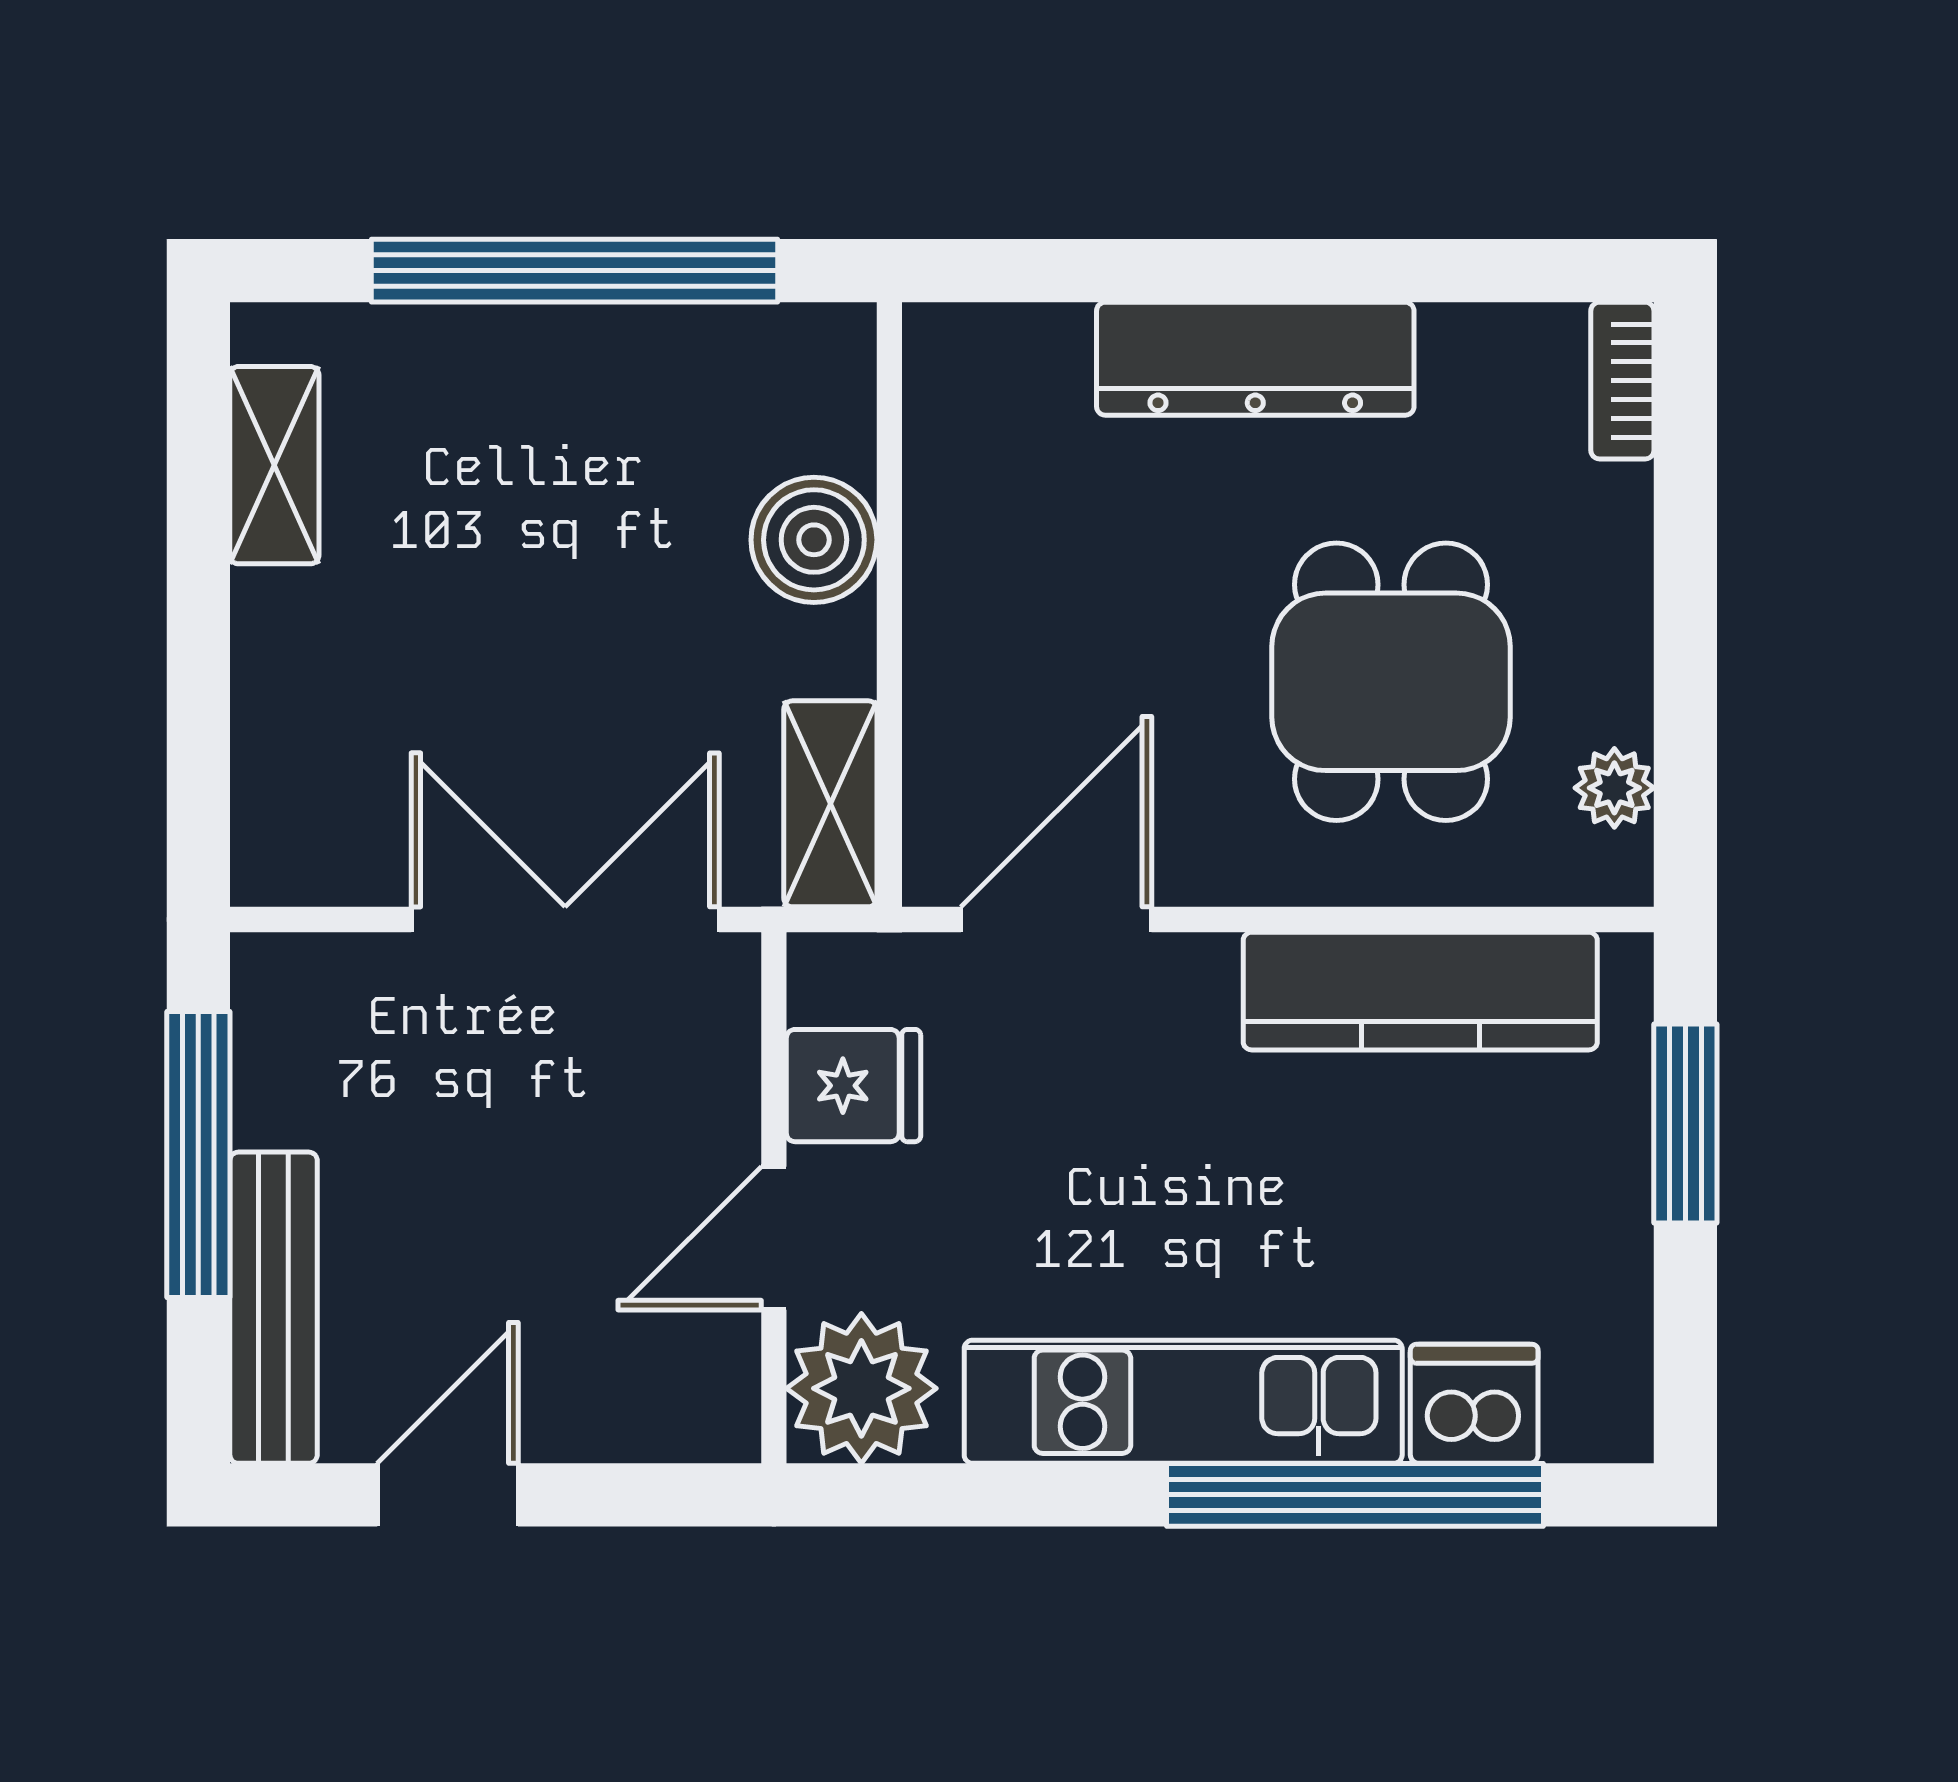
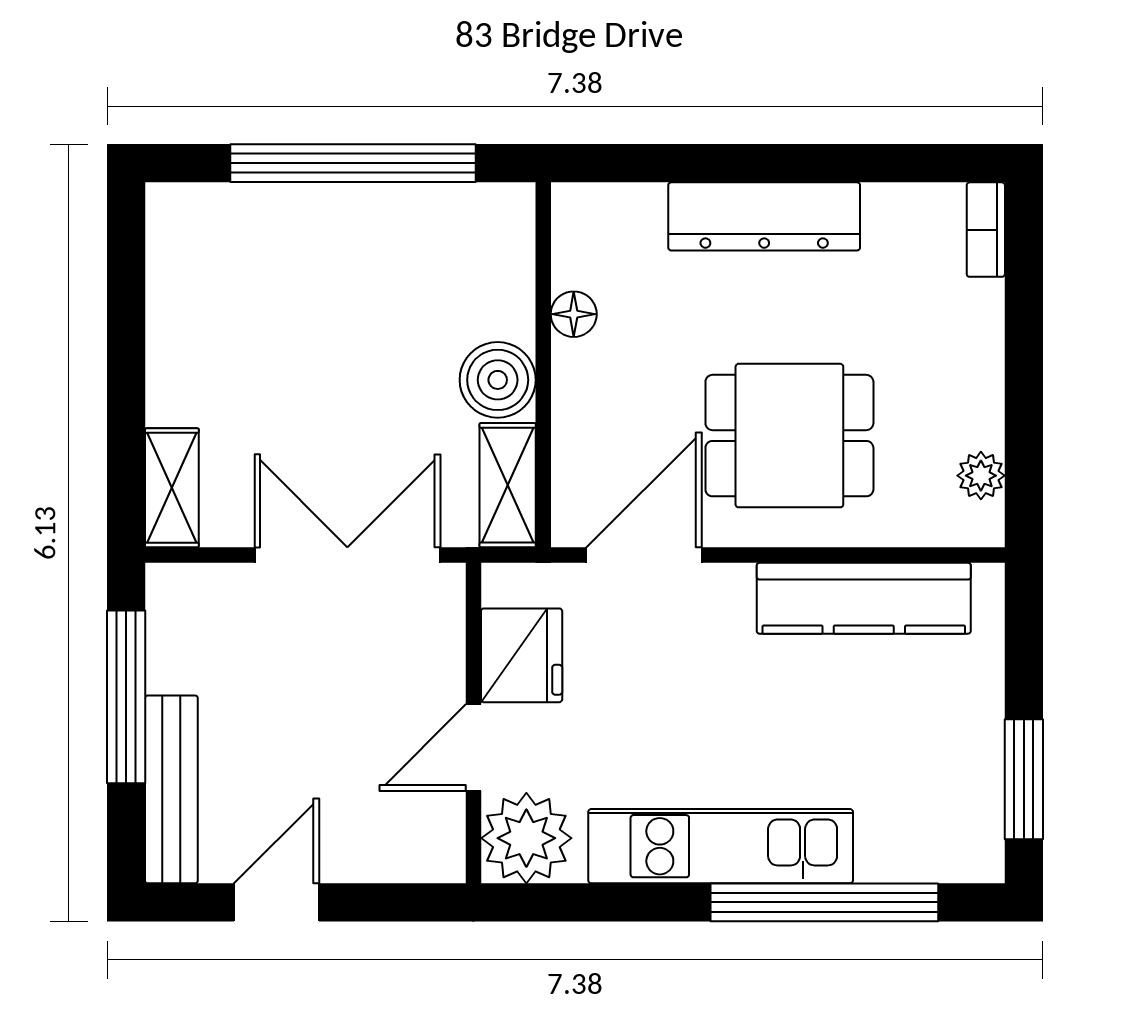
shelving: (274, 465) -> (172, 488), moved
floor lamp: (940, 521) -> (574, 314), added
boiler: (814, 540) -> (498, 380), moved
dining table: (1391, 682) -> (789, 436), moved, turned 90
fridge: (853, 1086) -> (522, 655), width x1.38
window: (1685, 1124) -> (1024, 779), moved
dishwasher: (1474, 1404) -> (896, 847), removed

